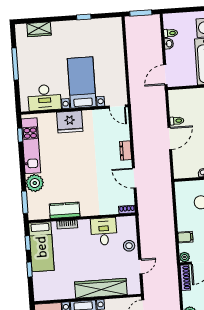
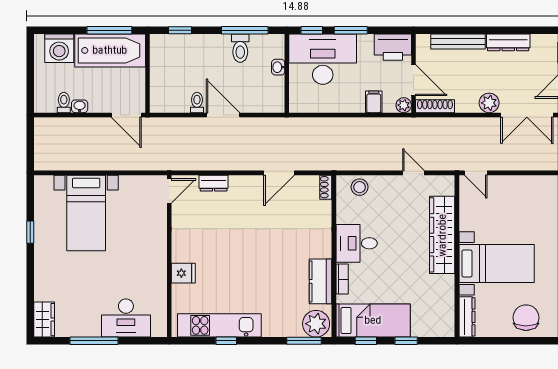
window: (141, 13) -> (30, 145), removed
wardrobe: (39, 29) -> (44, 320), moved
bed with nightstands: (82, 83) -> (86, 213), moved, turned -90
desk: (44, 98) -> (126, 318), moved, turned 90
fridge: (70, 122) -> (183, 273), width x0.53, depth x0.75
window: (20, 135) -> (226, 341), moved
dresser: (126, 151) -> (214, 183), moved
plant: (35, 183) -> (316, 324), moved
desk: (104, 231) -> (357, 243), moved
stool: (129, 246) -> (360, 187), moved

